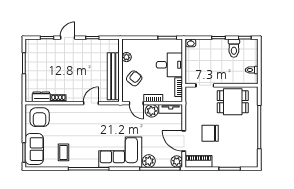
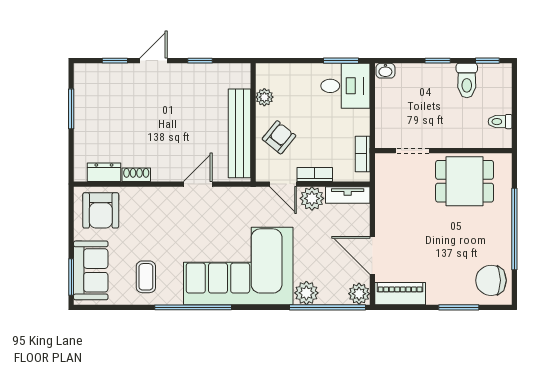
desk: (169, 65) -> (345, 86), moved
chair: (210, 133) -> (491, 280), moved
corner sofa: (120, 152) -> (238, 266), width x1.36, depth x1.36

